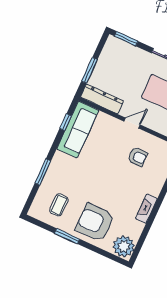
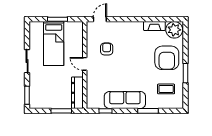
sofa: (78, 130) -> (125, 100), moved
fireplace: (146, 209) -> (154, 26), moved

